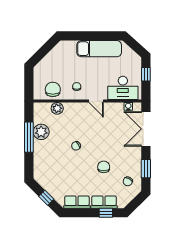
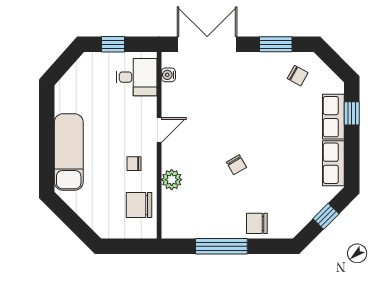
exam couch: (99, 49) -> (69, 152), moved
desk: (123, 88) -> (137, 77), width x0.73
plant: (57, 108) -> (172, 180), moved
double door: (146, 129) -> (207, 44), swing flipped
plant: (41, 132) -> (212, 225), removed
chair: (104, 167) -> (257, 223), moved

